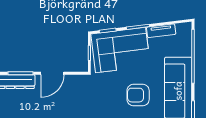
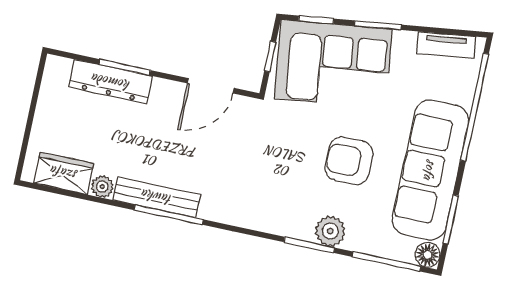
tv unit: (161, 31) -> (446, 45), moved
door: (52, 73) -> (211, 86), moved

